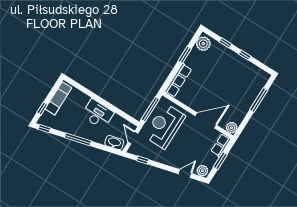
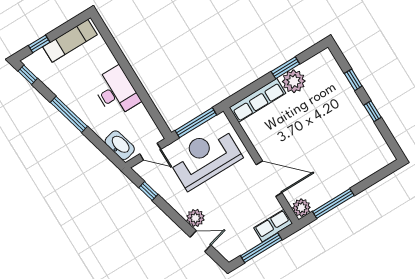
plant: (203, 44) -> (294, 81), moved
window: (259, 100) -> (333, 204), moved
door: (133, 138) -> (150, 152), swing flipped
window: (220, 161) -> (261, 248), width x1.44
plant: (202, 171) -> (195, 218), moved

